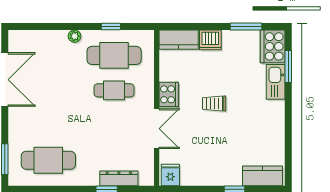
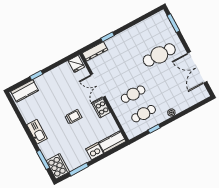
cafe table: (114, 55) -> (144, 114), width x0.73, depth x0.74
kitchen sink: (276, 82) -> (37, 132), moved
cafe table: (48, 160) -> (159, 55), moved
dresser: (119, 178) -> (95, 51), moved

